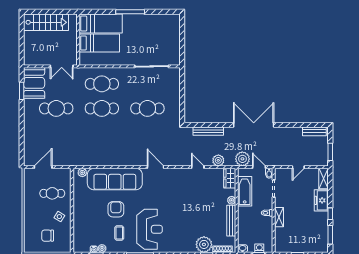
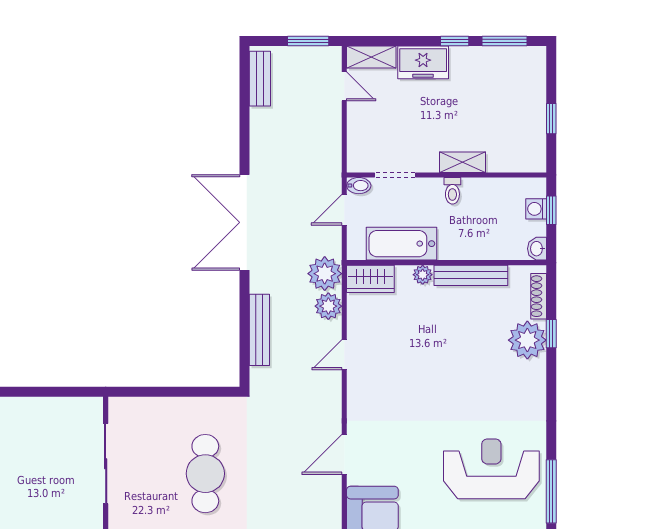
plant: (242, 159) -> (325, 274), moved
door: (298, 167) -> (344, 86), moved

